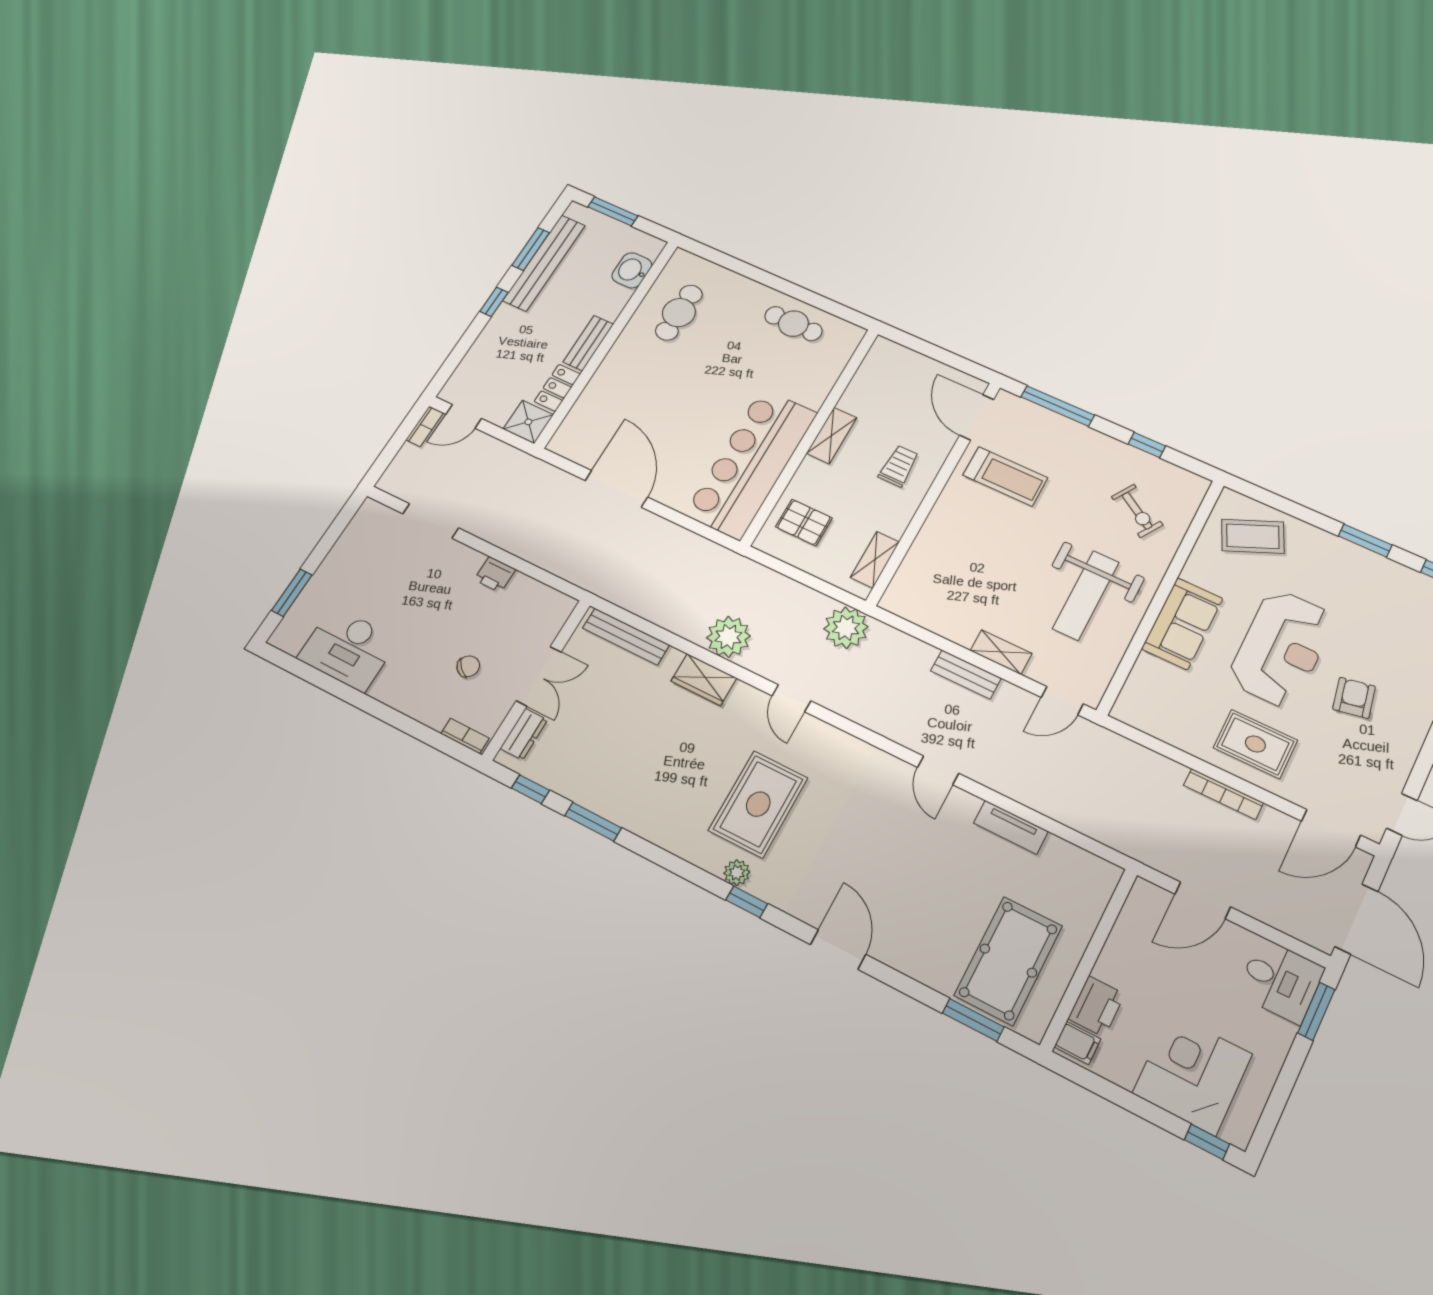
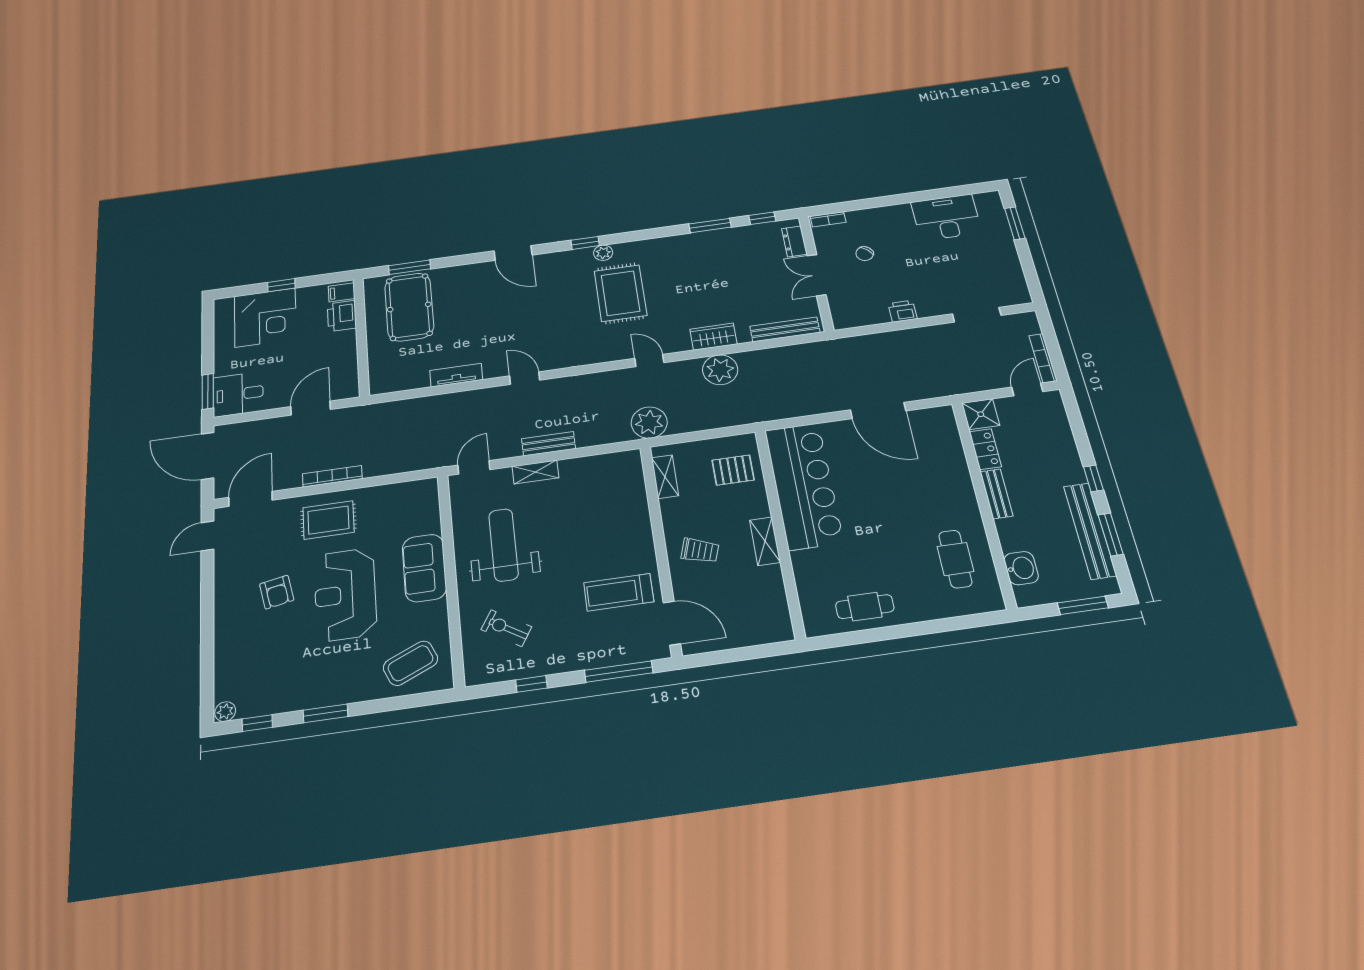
bookcase: (425, 426) -> (1043, 358), width x1.56
trolley: (899, 466) -> (700, 550), turned -72
window: (1207, 1142) -> (281, 285), moved

